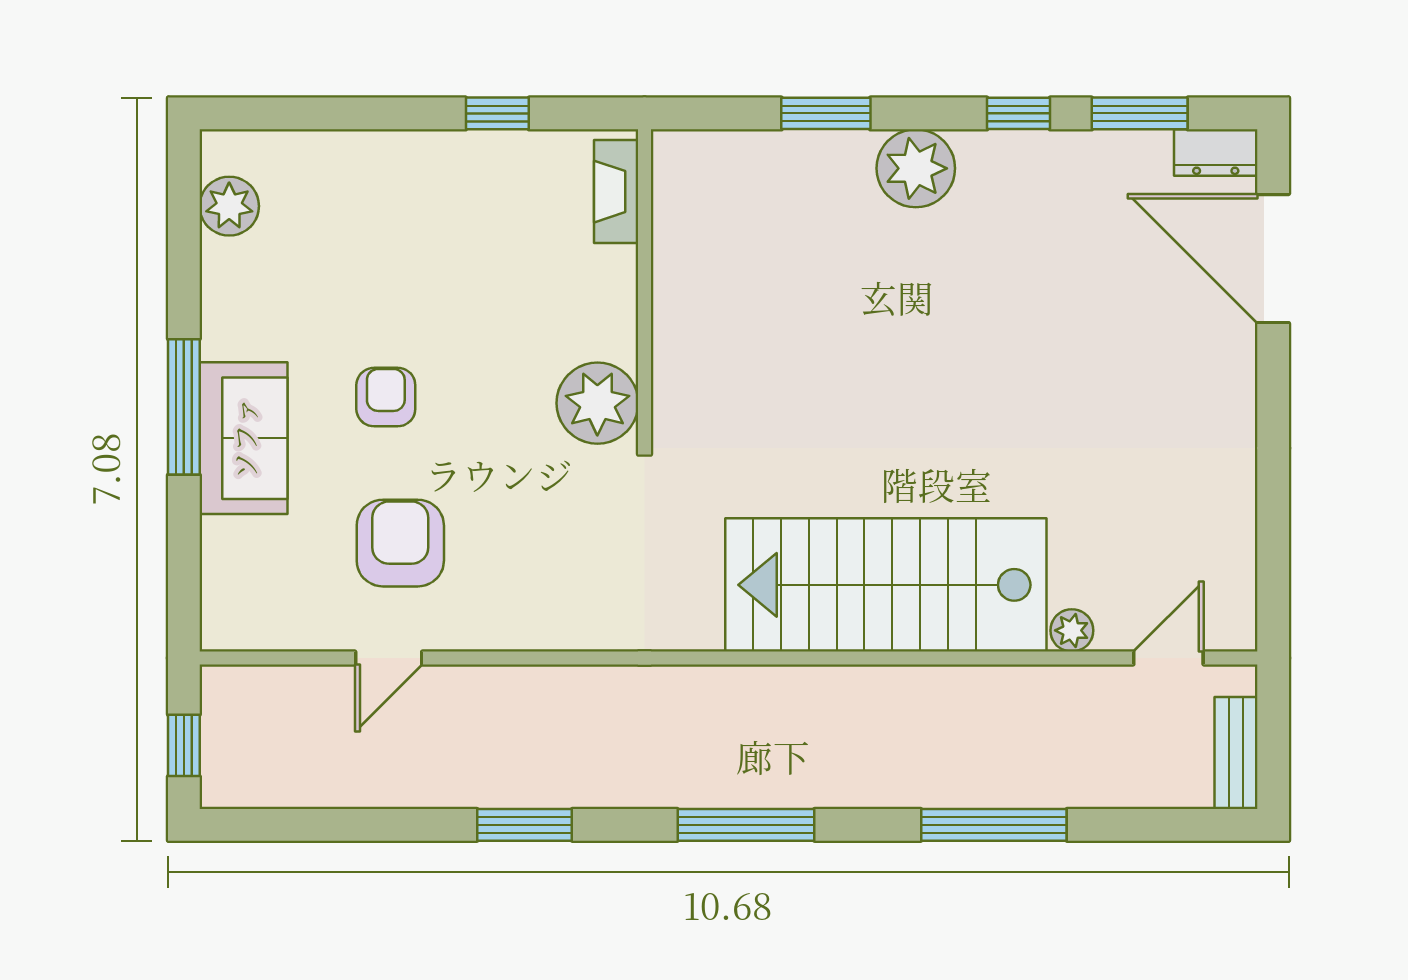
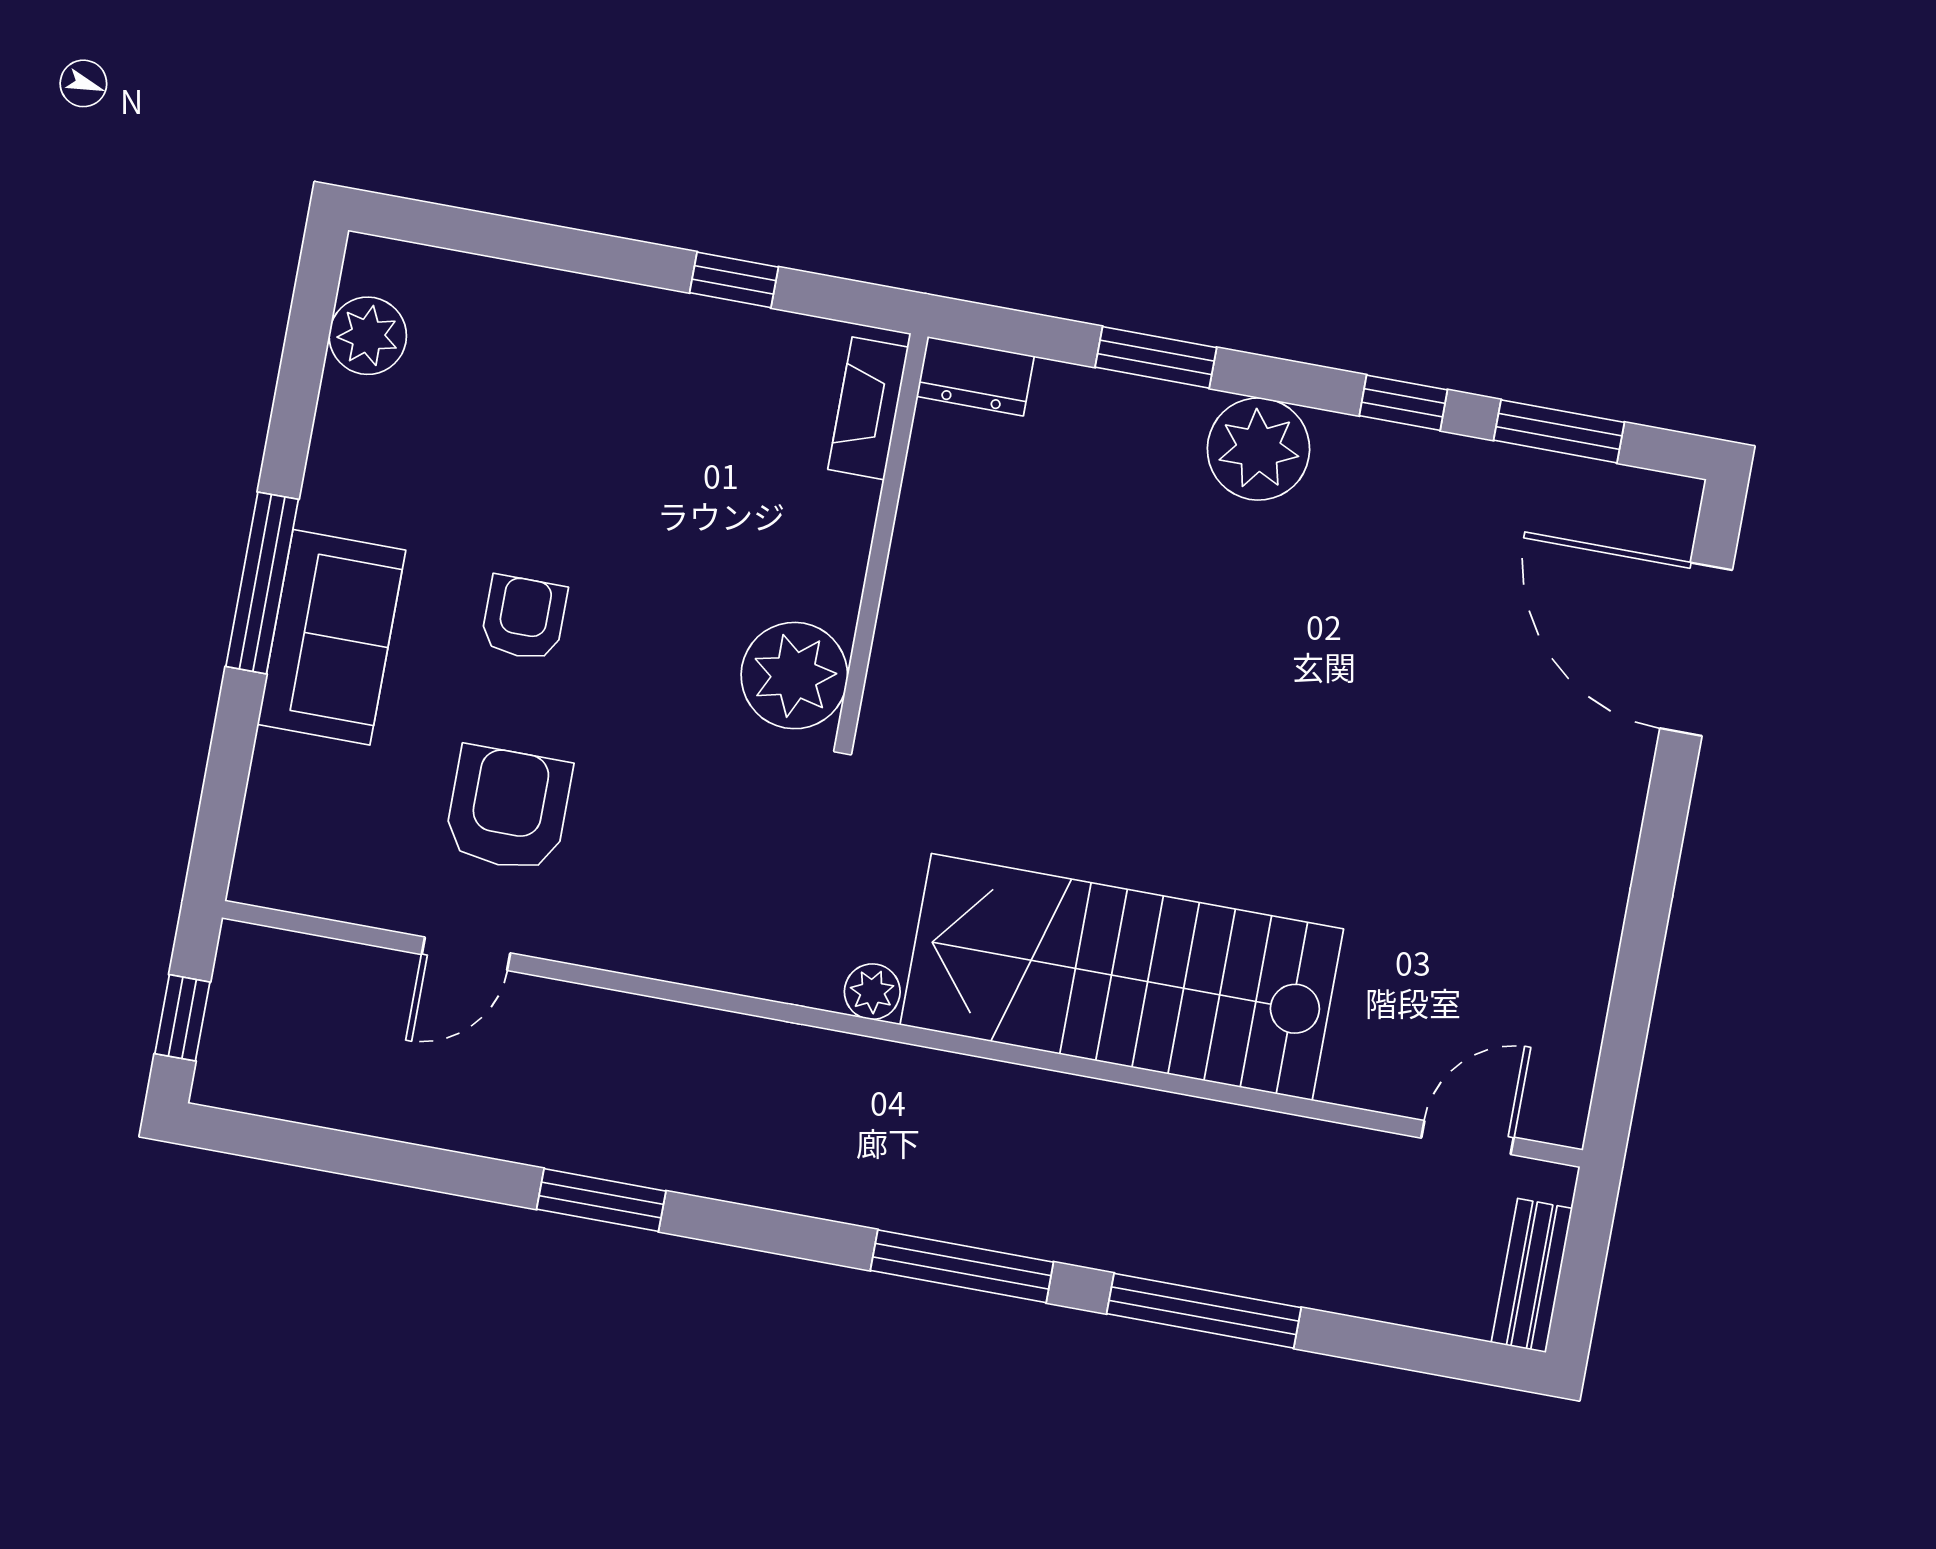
dresser: (1216, 153) -> (975, 376), moved
plant: (1072, 630) -> (872, 992), moved
window: (746, 825) -> (962, 1266), moved

